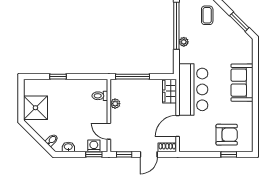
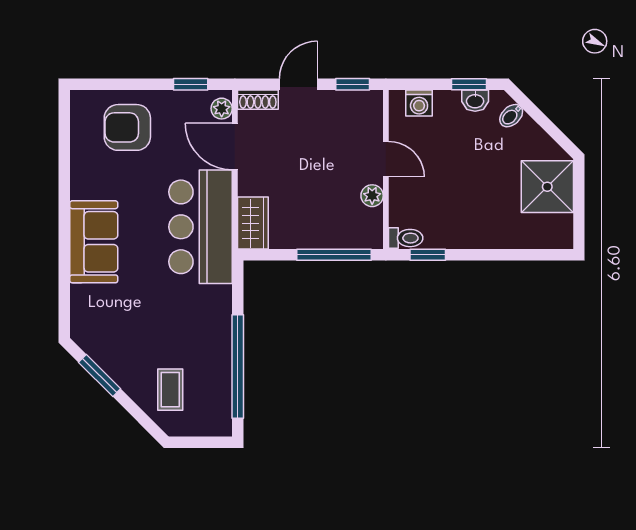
plant: (184, 42) -> (222, 109), moved
window: (58, 77) -> (428, 255), moved
toilet: (100, 96) -> (406, 238), moved
door: (178, 126) -> (235, 147), swing flipped
door: (109, 131) -> (386, 159), moved
window: (94, 154) -> (469, 84), moved
window: (229, 154) -> (191, 84), moved

